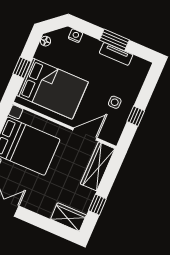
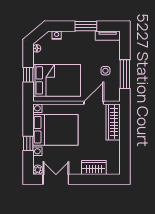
tv unit: (116, 54) -> (108, 36), moved
window: (136, 116) -> (125, 74), width x2.17
window: (97, 205) -> (125, 150), removed
wardrobe: (68, 217) -> (94, 168), moved

